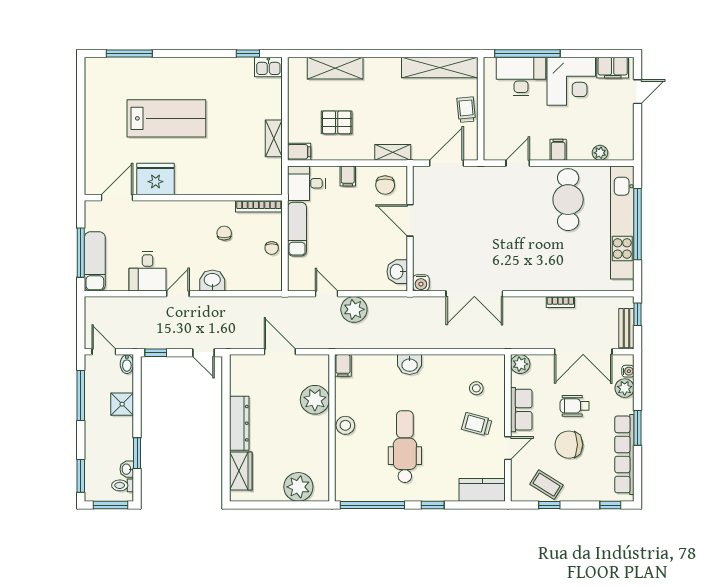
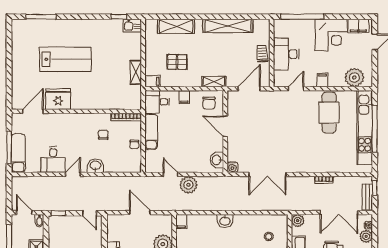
shelving: (440, 67) -> (228, 26), moved
desk: (521, 76) -> (286, 54), moved, turned -90
plant: (600, 153) -> (354, 78), width x1.87, depth x1.87

